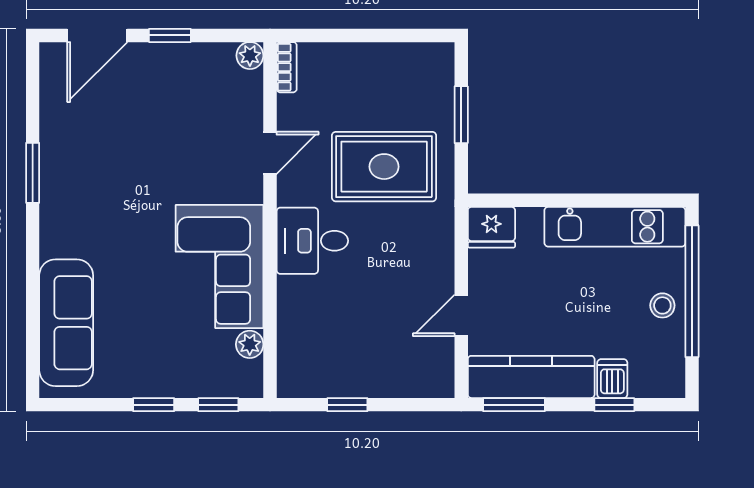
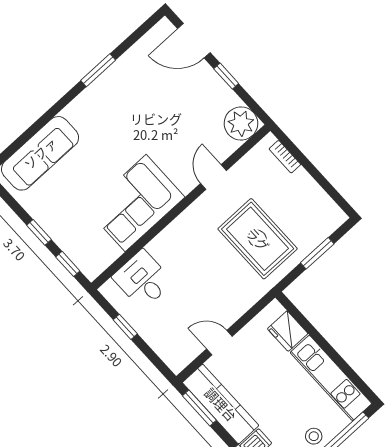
plant: (250, 56) -> (241, 123), width x1.87, depth x1.87
bookcase: (287, 67) -> (285, 157), moved, turned 90
door: (270, 153) -> (214, 177), swing flipped
fridge: (491, 227) -> (288, 331), moved
desk: (312, 241) -> (143, 280), moved
plant: (250, 344) -> (111, 252), removed

